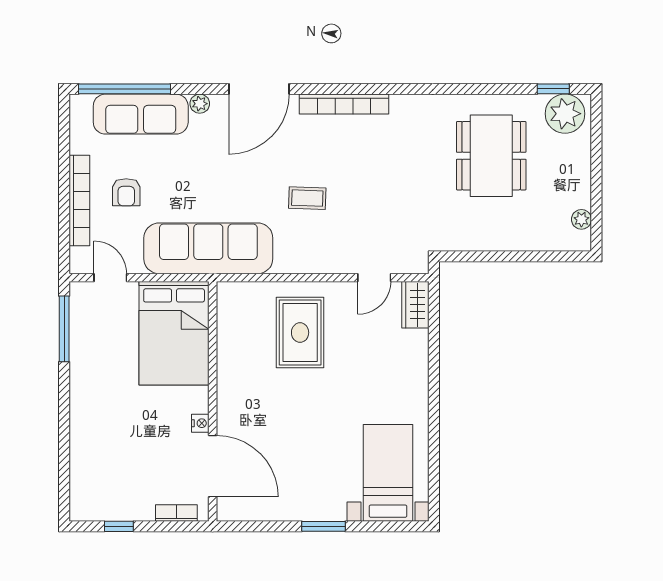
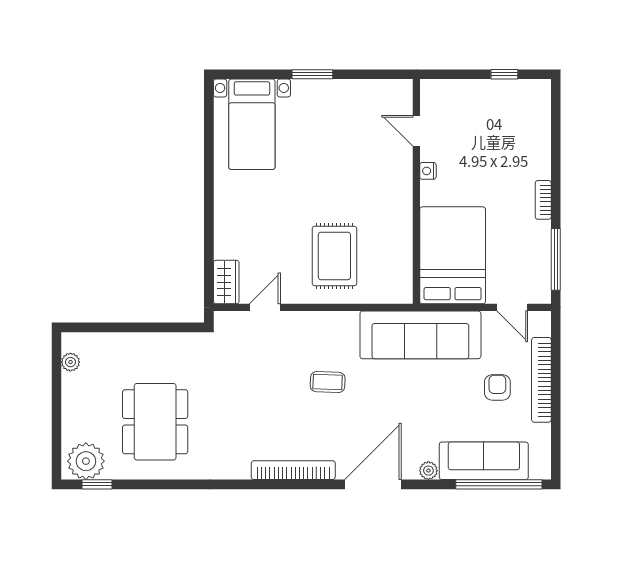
door: (213, 466) -> (416, 131), width x0.53
bookcase: (176, 513) -> (543, 200), moved, turned 90

